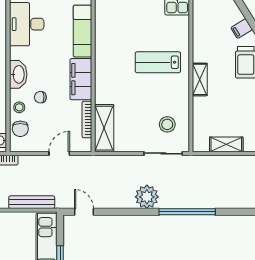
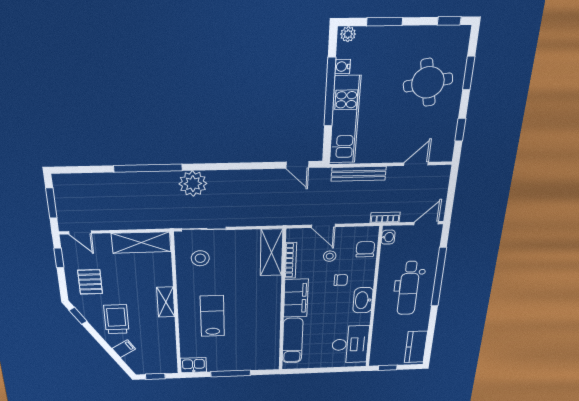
lab bench: (158, 62) -> (212, 316), turned -90
stool: (19, 107) -> (330, 256), moved
shelving: (226, 144) -> (141, 243), width x1.50, depth x1.33
door: (59, 153) -> (323, 226), hinge flipped
plant: (147, 197) -> (193, 184), moved
window: (187, 212) -> (148, 168), moved

